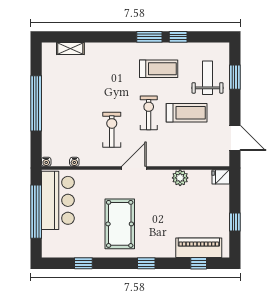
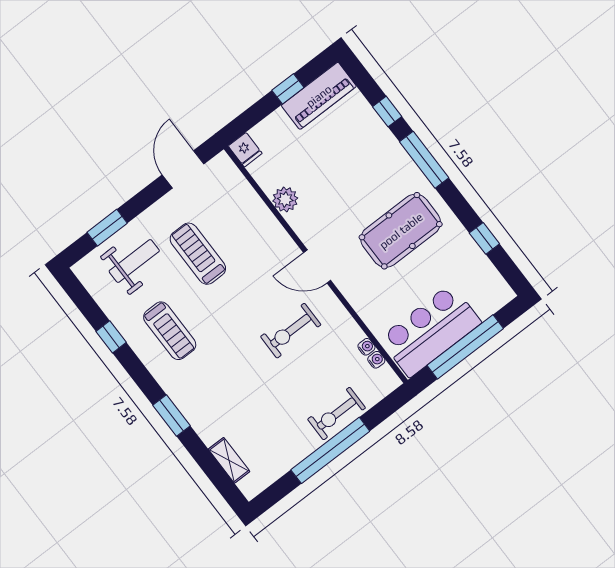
window: (149, 37) -> (171, 415), moved
treadmill: (159, 69) -> (170, 331), turned 180
weight bench: (208, 78) -> (134, 261), turned 180
exercise bike: (149, 113) -> (337, 414), moved
water cooler: (46, 162) -> (376, 360), moved
piano: (199, 248) -> (319, 96), moved, turned -90
window: (146, 263) -> (424, 160), width x2.17
window: (199, 263) -> (387, 112), moved

